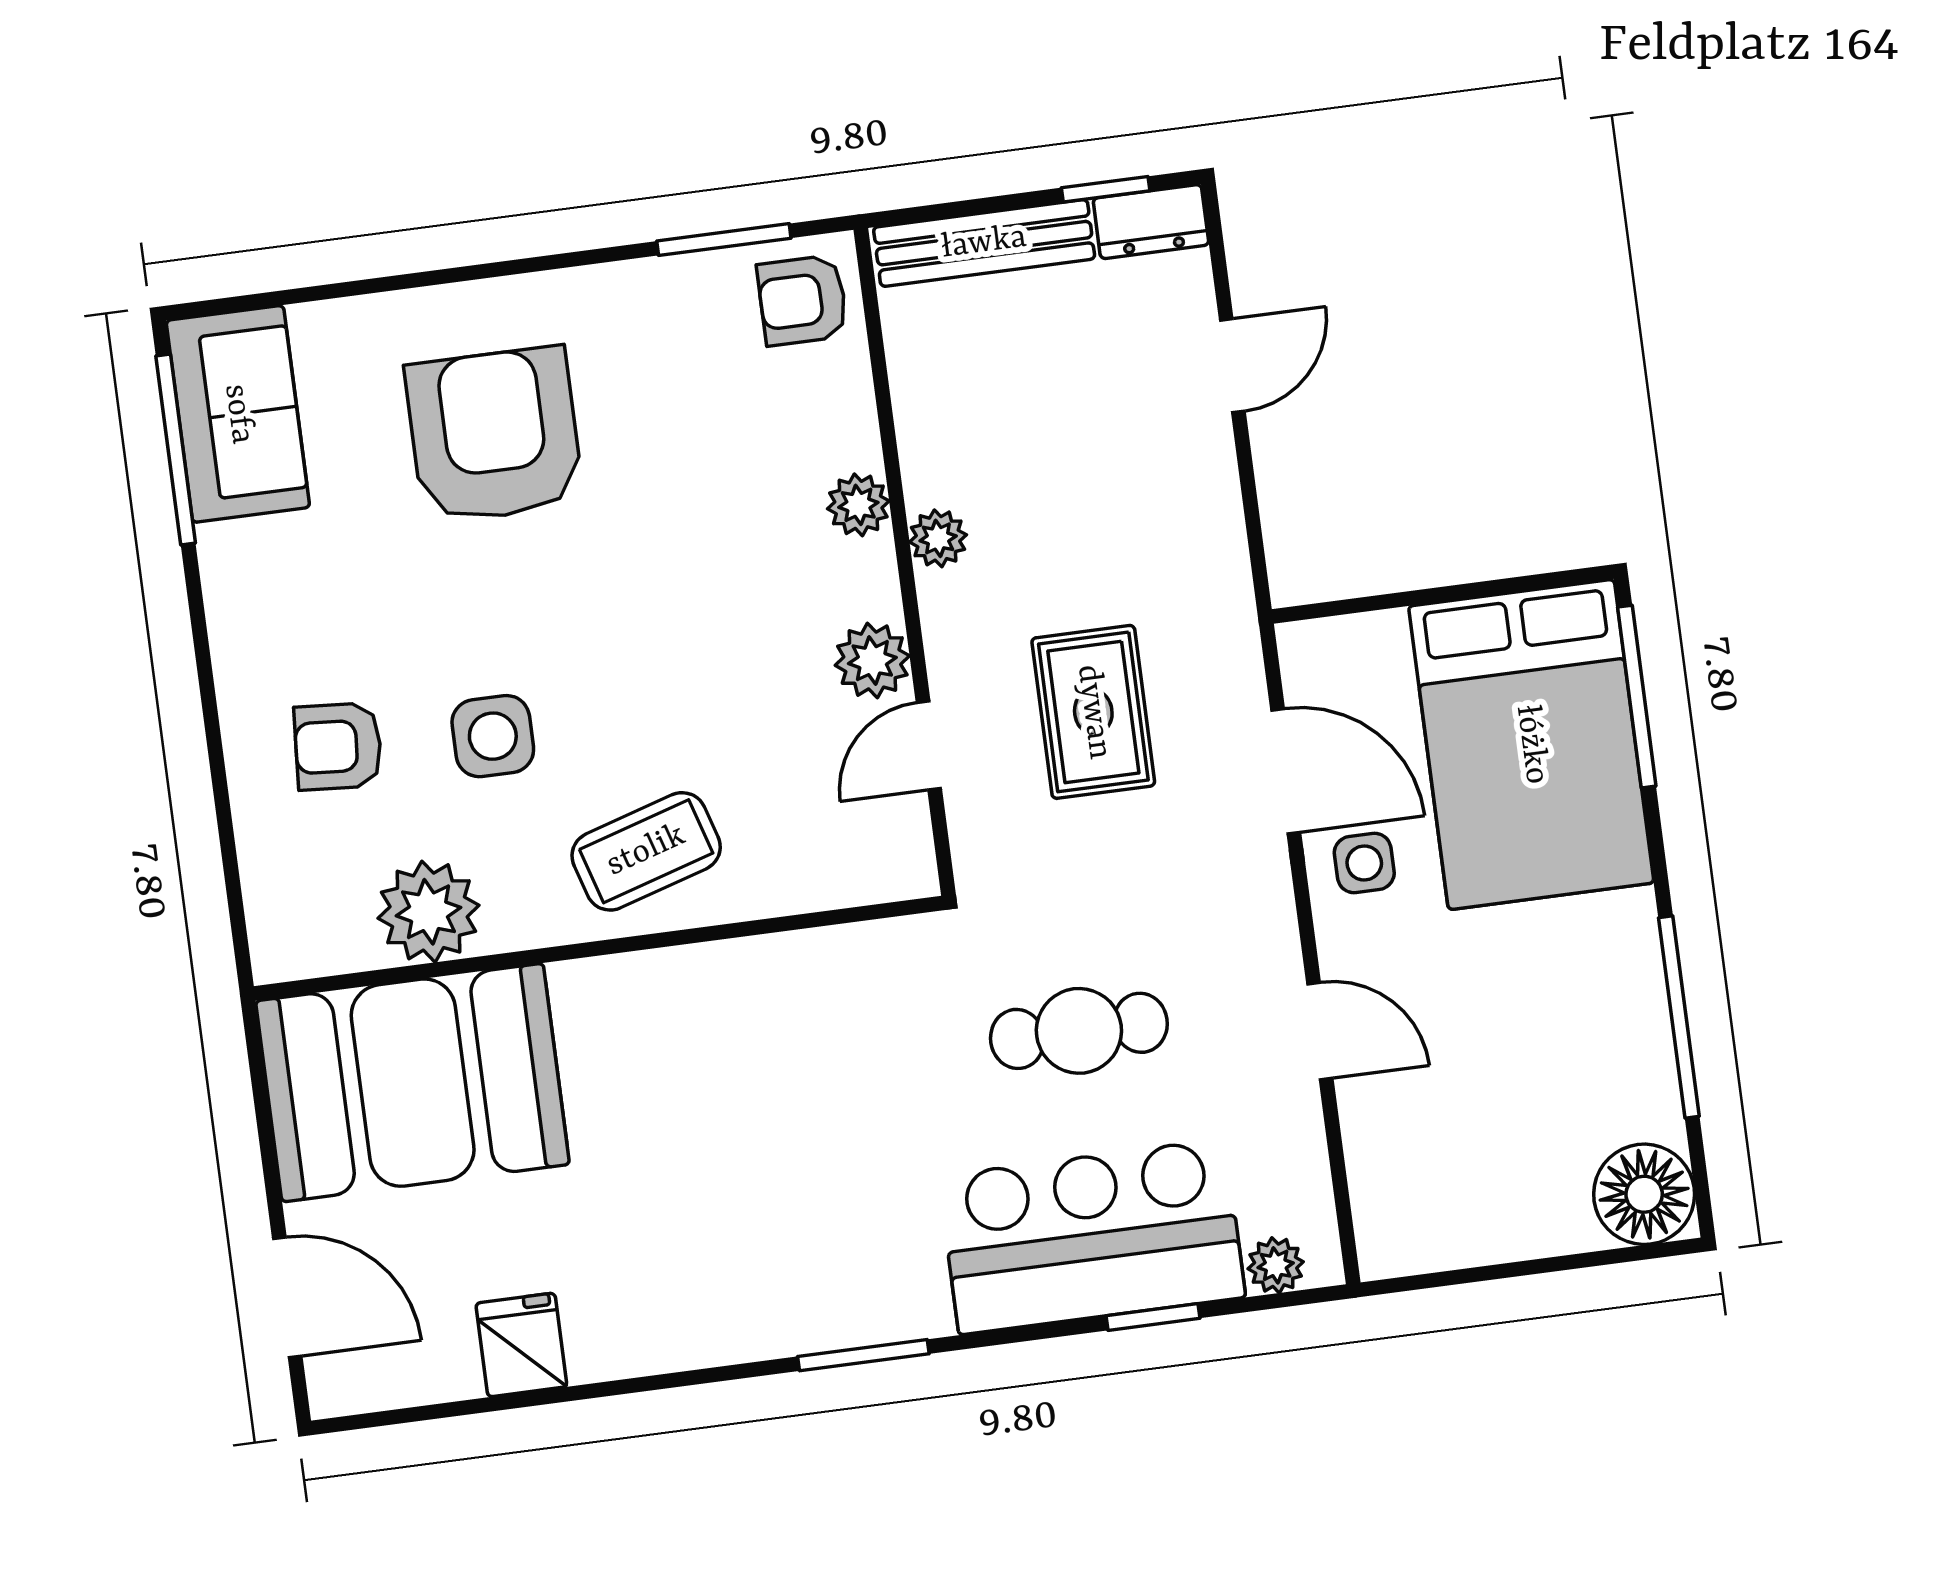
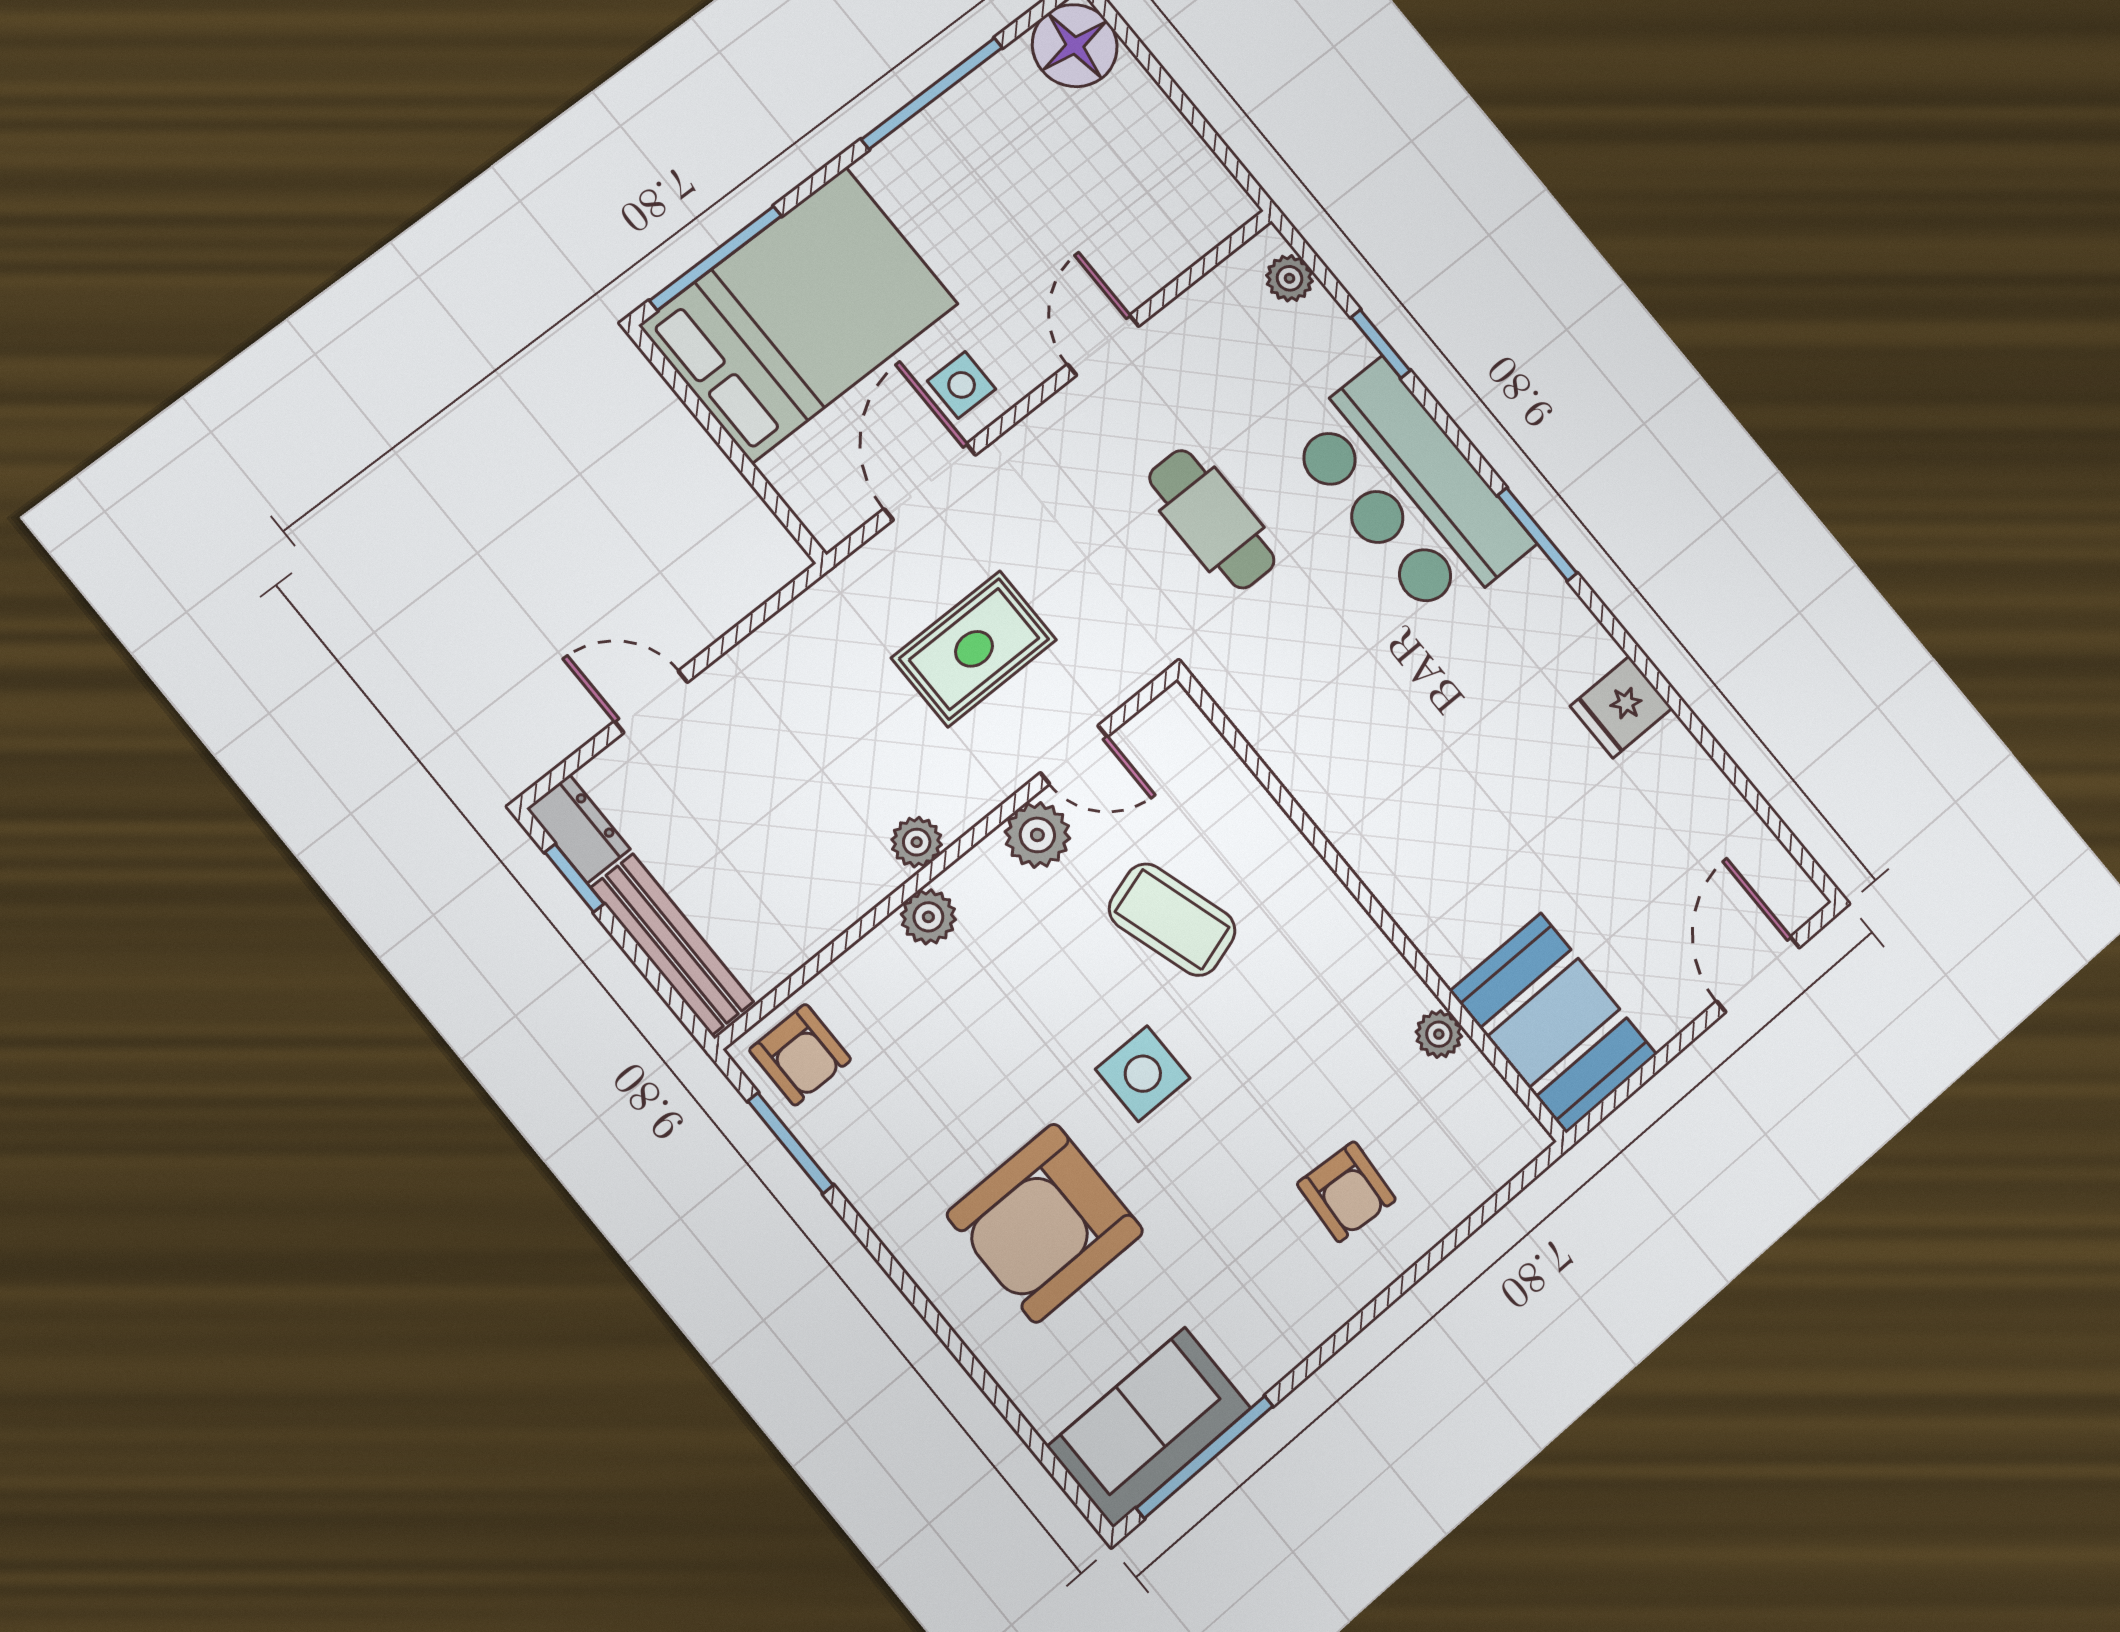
side table: (493, 736) -> (1143, 1074), moved
coffee table: (646, 851) -> (1172, 920), moved
plant: (429, 912) -> (1439, 1034), width x0.53, depth x0.53
booth: (413, 1083) -> (1553, 1023), width x0.73, depth x0.70
bar counter: (1092, 1237) -> (1409, 491), moved
fridge: (521, 1345) -> (1621, 707), moved

